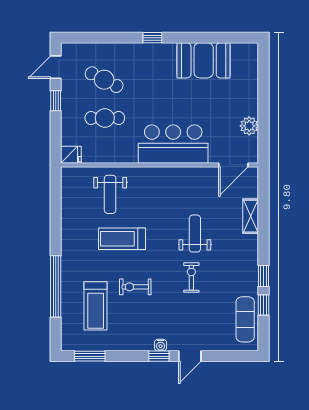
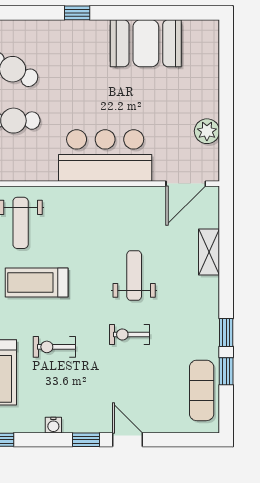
exercise bike: (191, 278) -> (129, 334), turned -90
water cooler: (160, 345) -> (53, 425), moved
door: (190, 356) -> (128, 440), swing flipped

